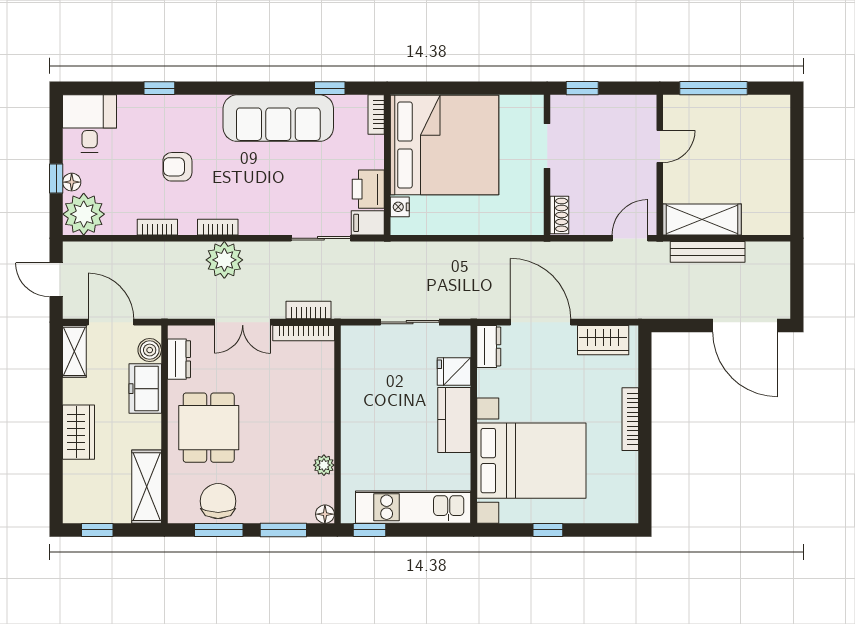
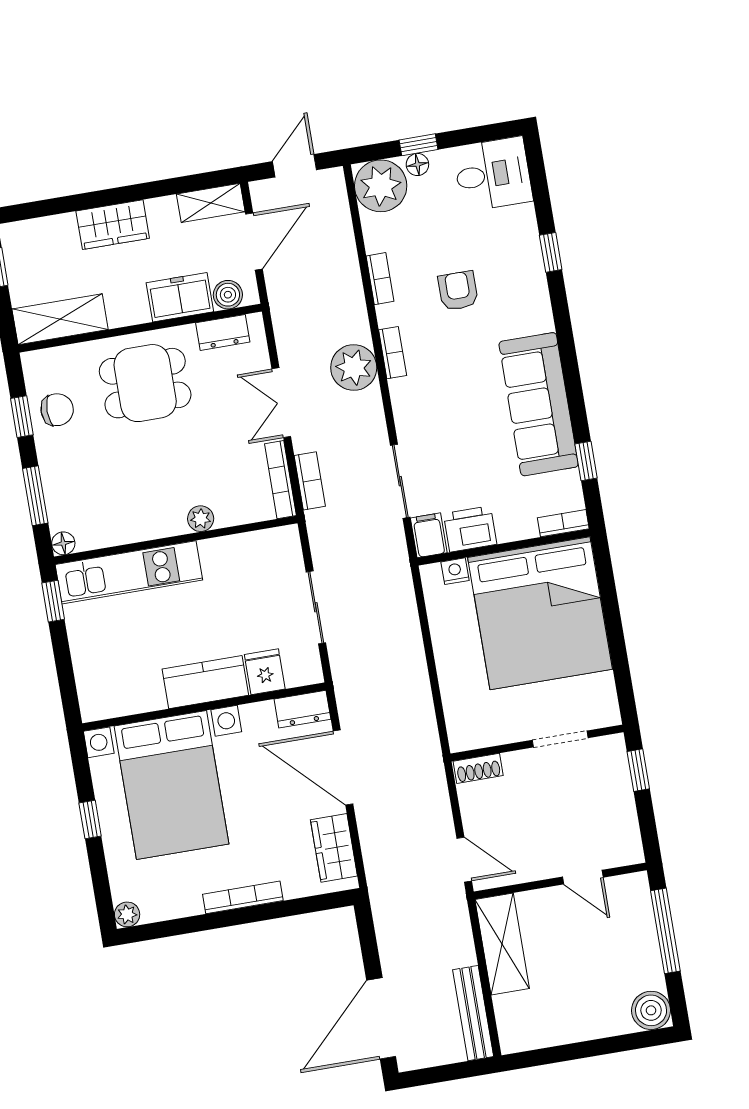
boiler: (775, 110) -> (651, 1010), added
bench: (708, 252) -> (473, 1013), moved
door: (541, 322) -> (343, 768), swing flipped
plant: (324, 465) -> (201, 519), moved
chair: (218, 501) -> (57, 410), width x0.73, depth x0.73
kitchen unit: (413, 507) -> (129, 572), moved, turned 90
plant: (628, 513) -> (127, 914), added
window: (219, 530) -> (22, 417), width x0.67

